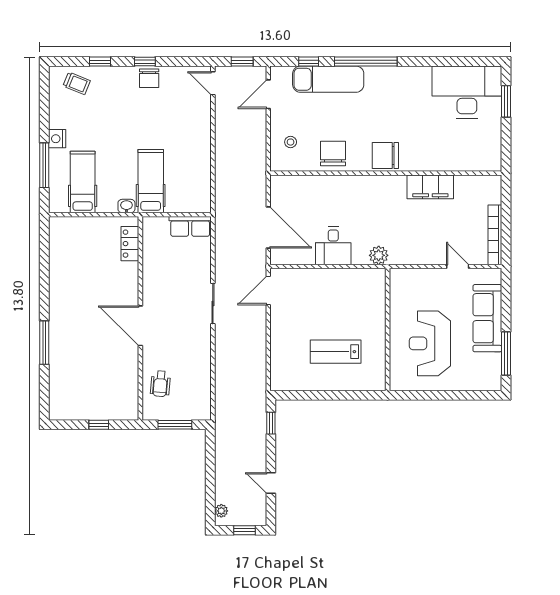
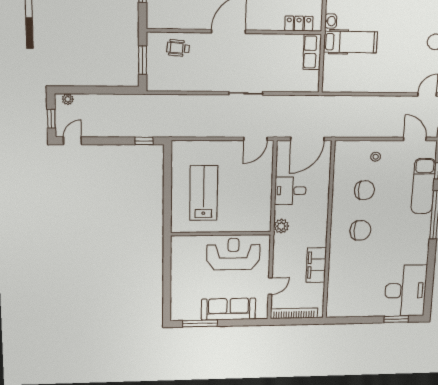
chair: (385, 155) -> (360, 230), turned 90
wall: (386, 173) -> (329, 231), moved
filing cabinet: (430, 187) -> (316, 265), moved
row of seats: (190, 226) -> (312, 52), moved
door: (268, 291) -> (255, 139), swing flipped
reception desk: (430, 343) -> (233, 254), moved
lab bench: (336, 352) -> (204, 193), width x1.36, depth x1.39
door: (271, 483) -> (72, 141), moved

